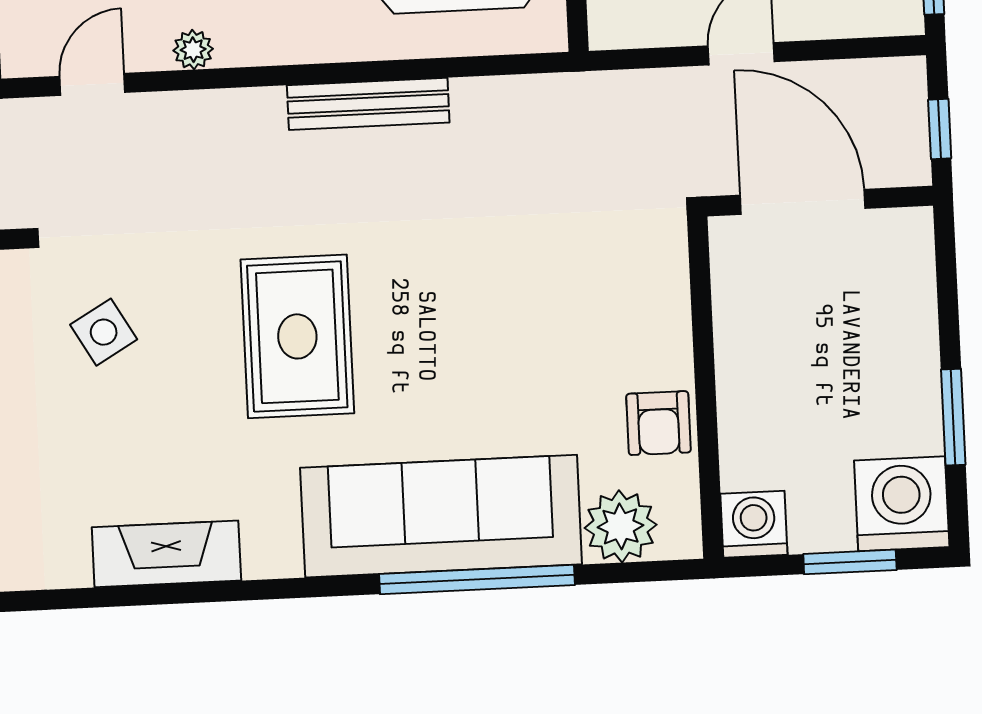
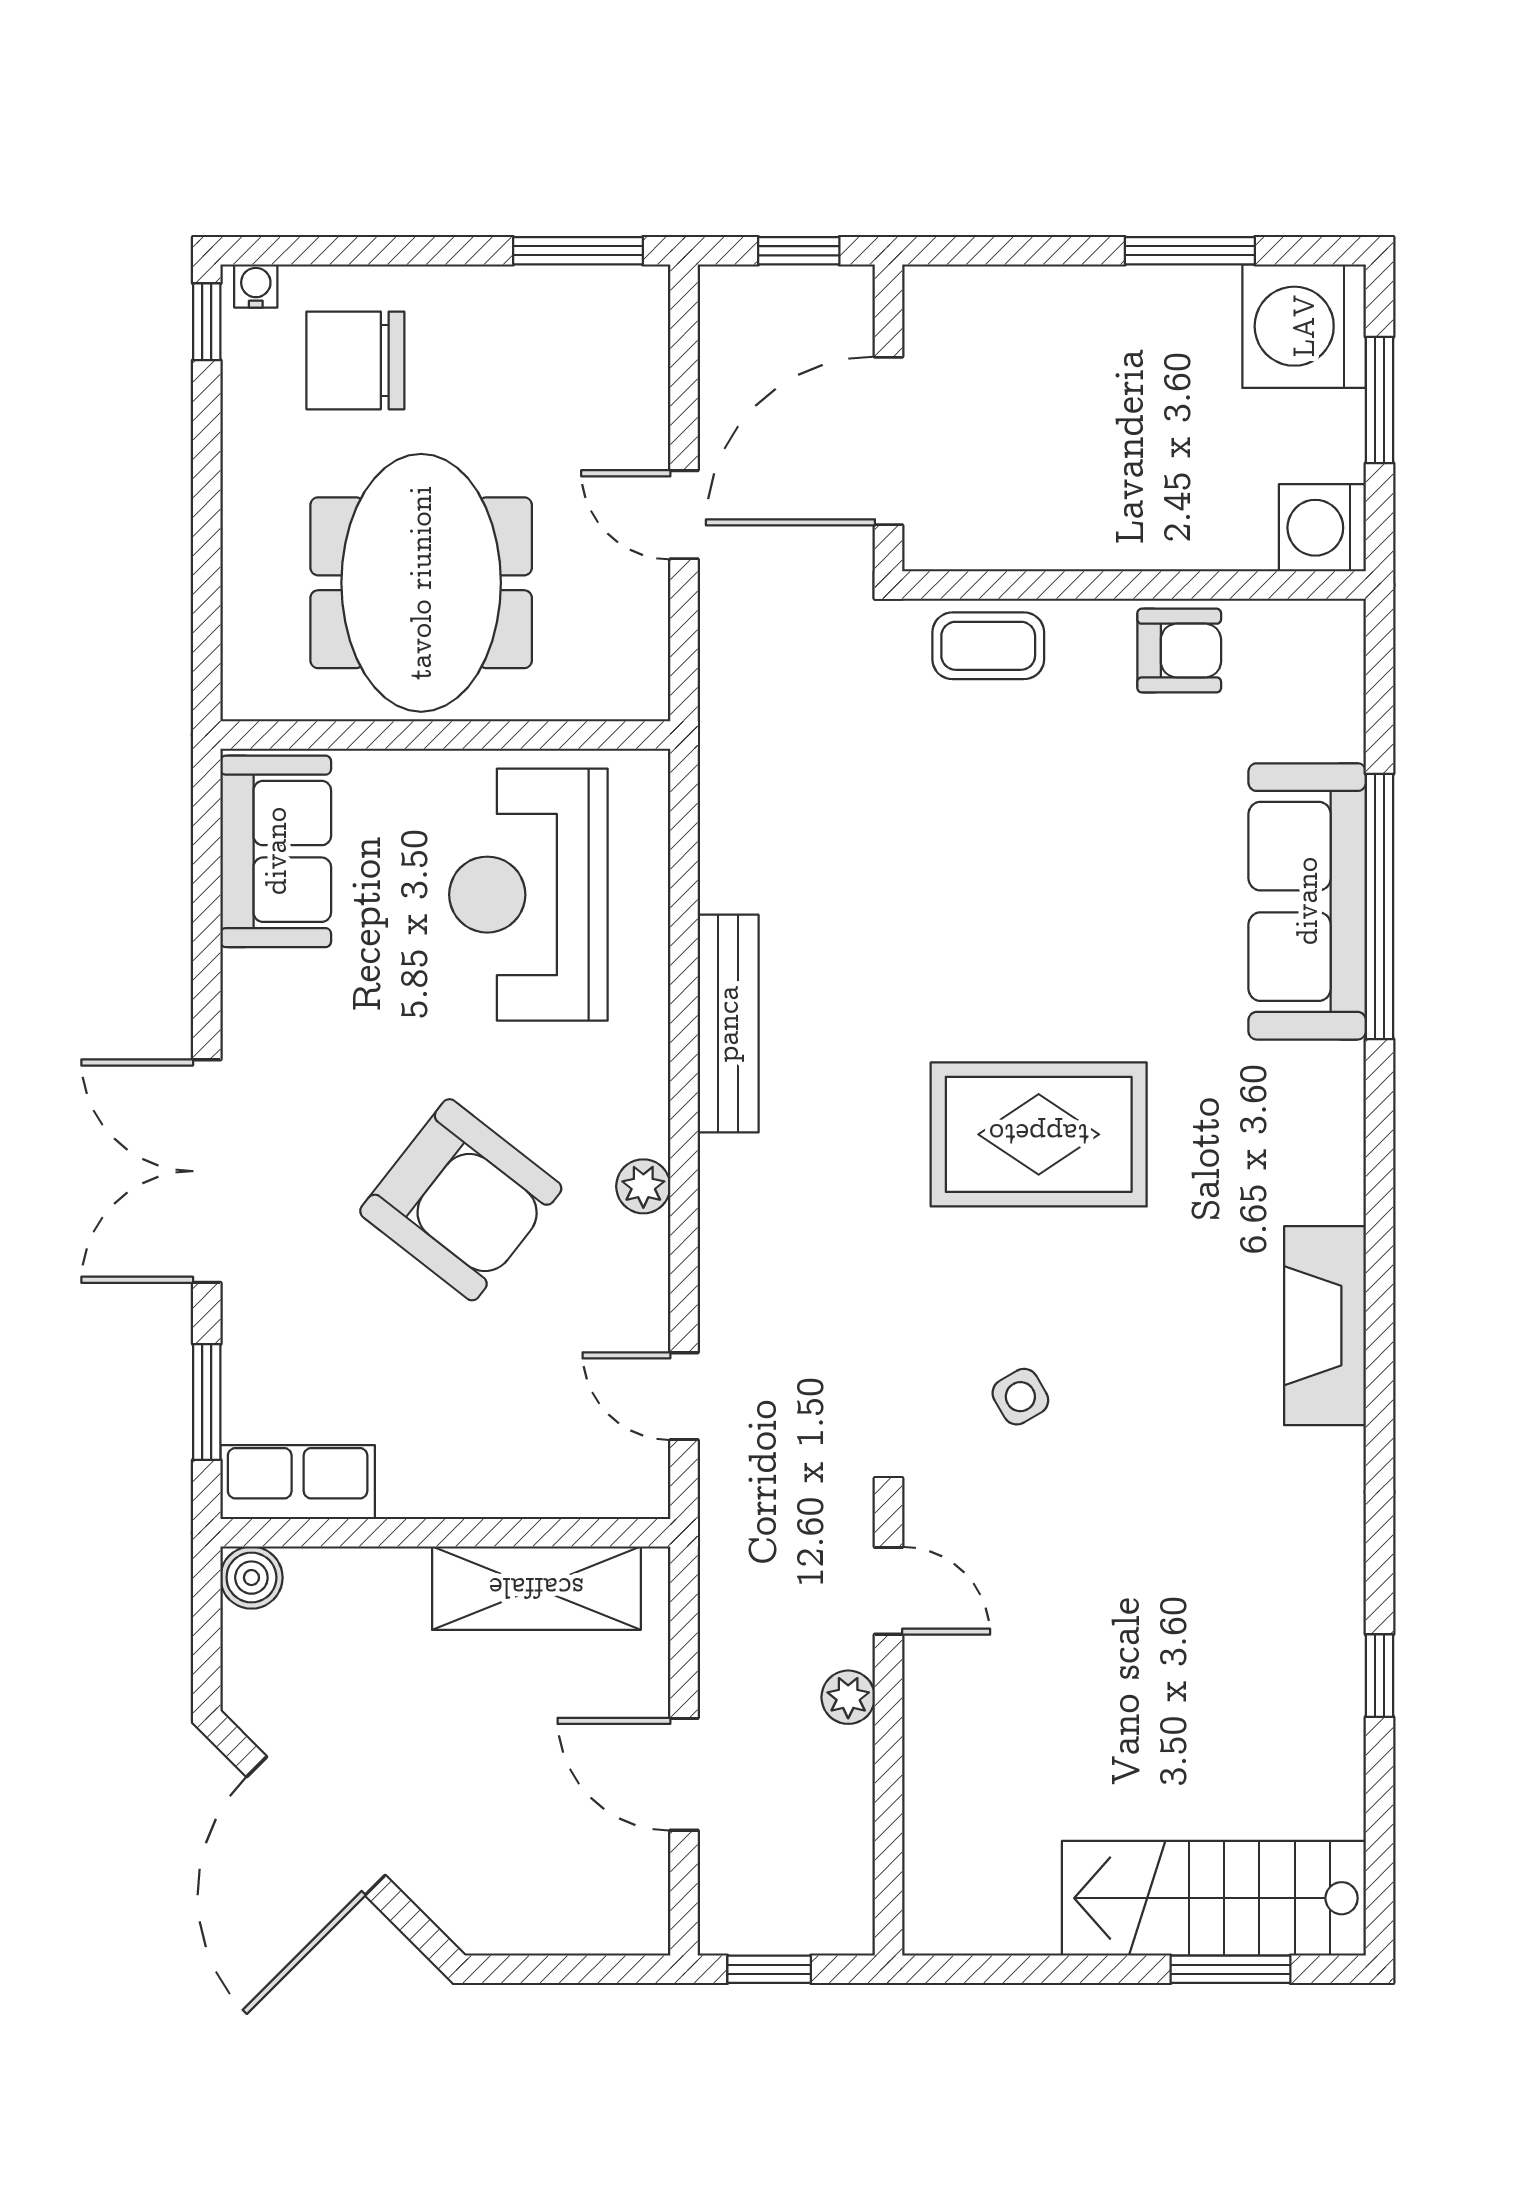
plant: (193, 50) -> (643, 1186), moved
coffee table: (655, 282) -> (988, 646), added
side table: (104, 332) -> (1020, 1397), width x0.73, depth x0.73
sofa: (441, 516) -> (1307, 901), width x0.74, depth x0.79
plant: (621, 526) -> (1317, 709), removed

